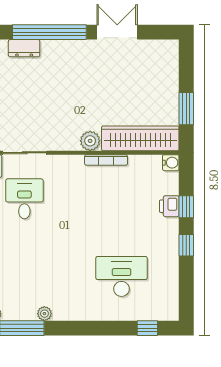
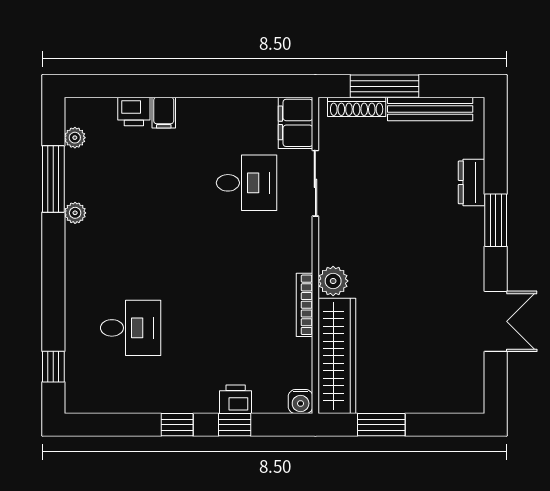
window: (49, 32) -> (496, 220), width x0.47
desk: (121, 276) -> (131, 328), width x0.73

